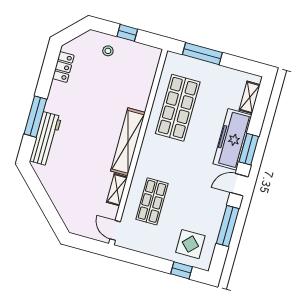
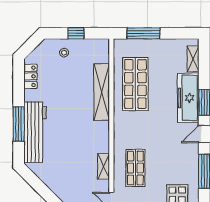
workbench: (46, 139) -> (35, 132), width x1.36, depth x1.32
shelving: (128, 142) -> (102, 92), moved

